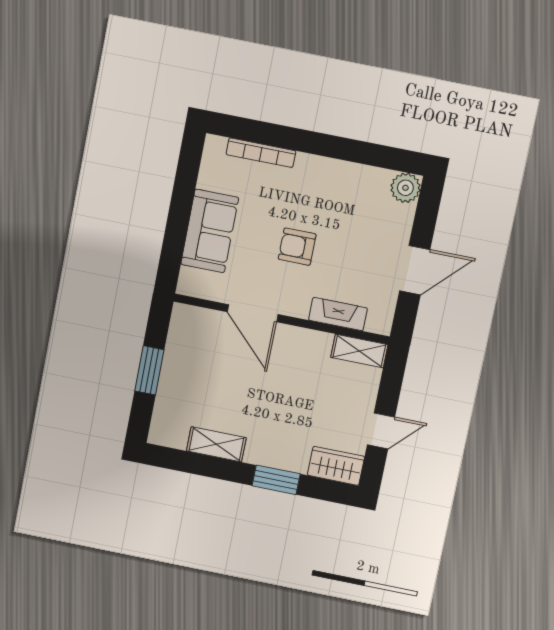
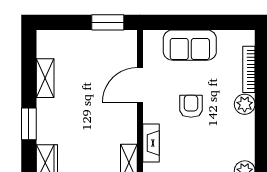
plant: (310, 169) -> (245, 104), added
window: (149, 370) -> (108, 22), moved

